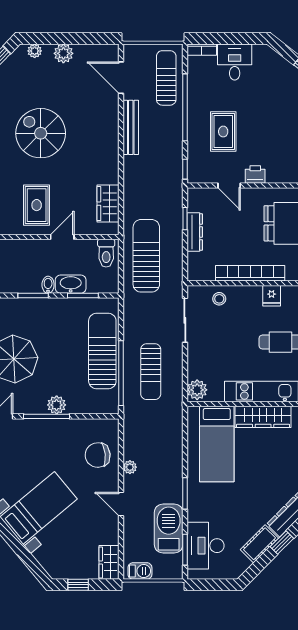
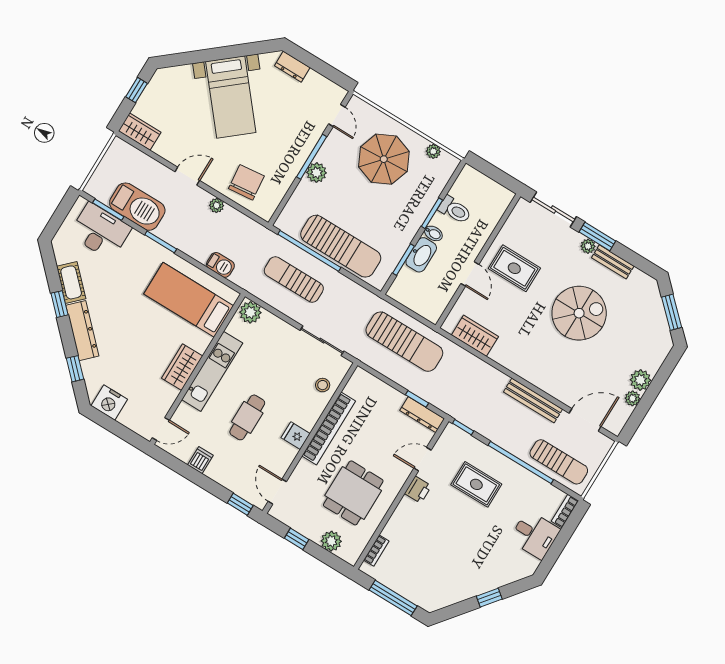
plant: (35, 51) -> (632, 398), moved
dresser: (195, 232) -> (422, 415), moved
toilet: (106, 253) -> (455, 210), moved, turned 180
wardrobe: (263, 417) -> (182, 367), width x0.67
barbecue: (140, 571) -> (220, 265), moved, turned -90

